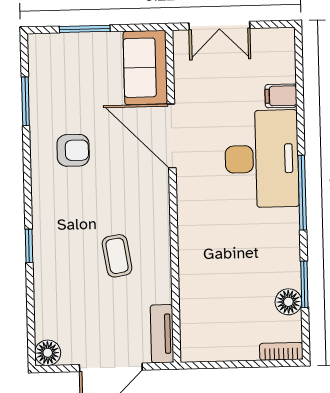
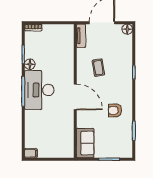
double door: (219, 26) -> (55, 159), removed
filing cabinet: (281, 96) -> (31, 153), moved
door: (172, 136) -> (75, 97), moved
desk: (262, 159) -> (39, 90), moved
floor lamp: (288, 302) -> (30, 64), moved

